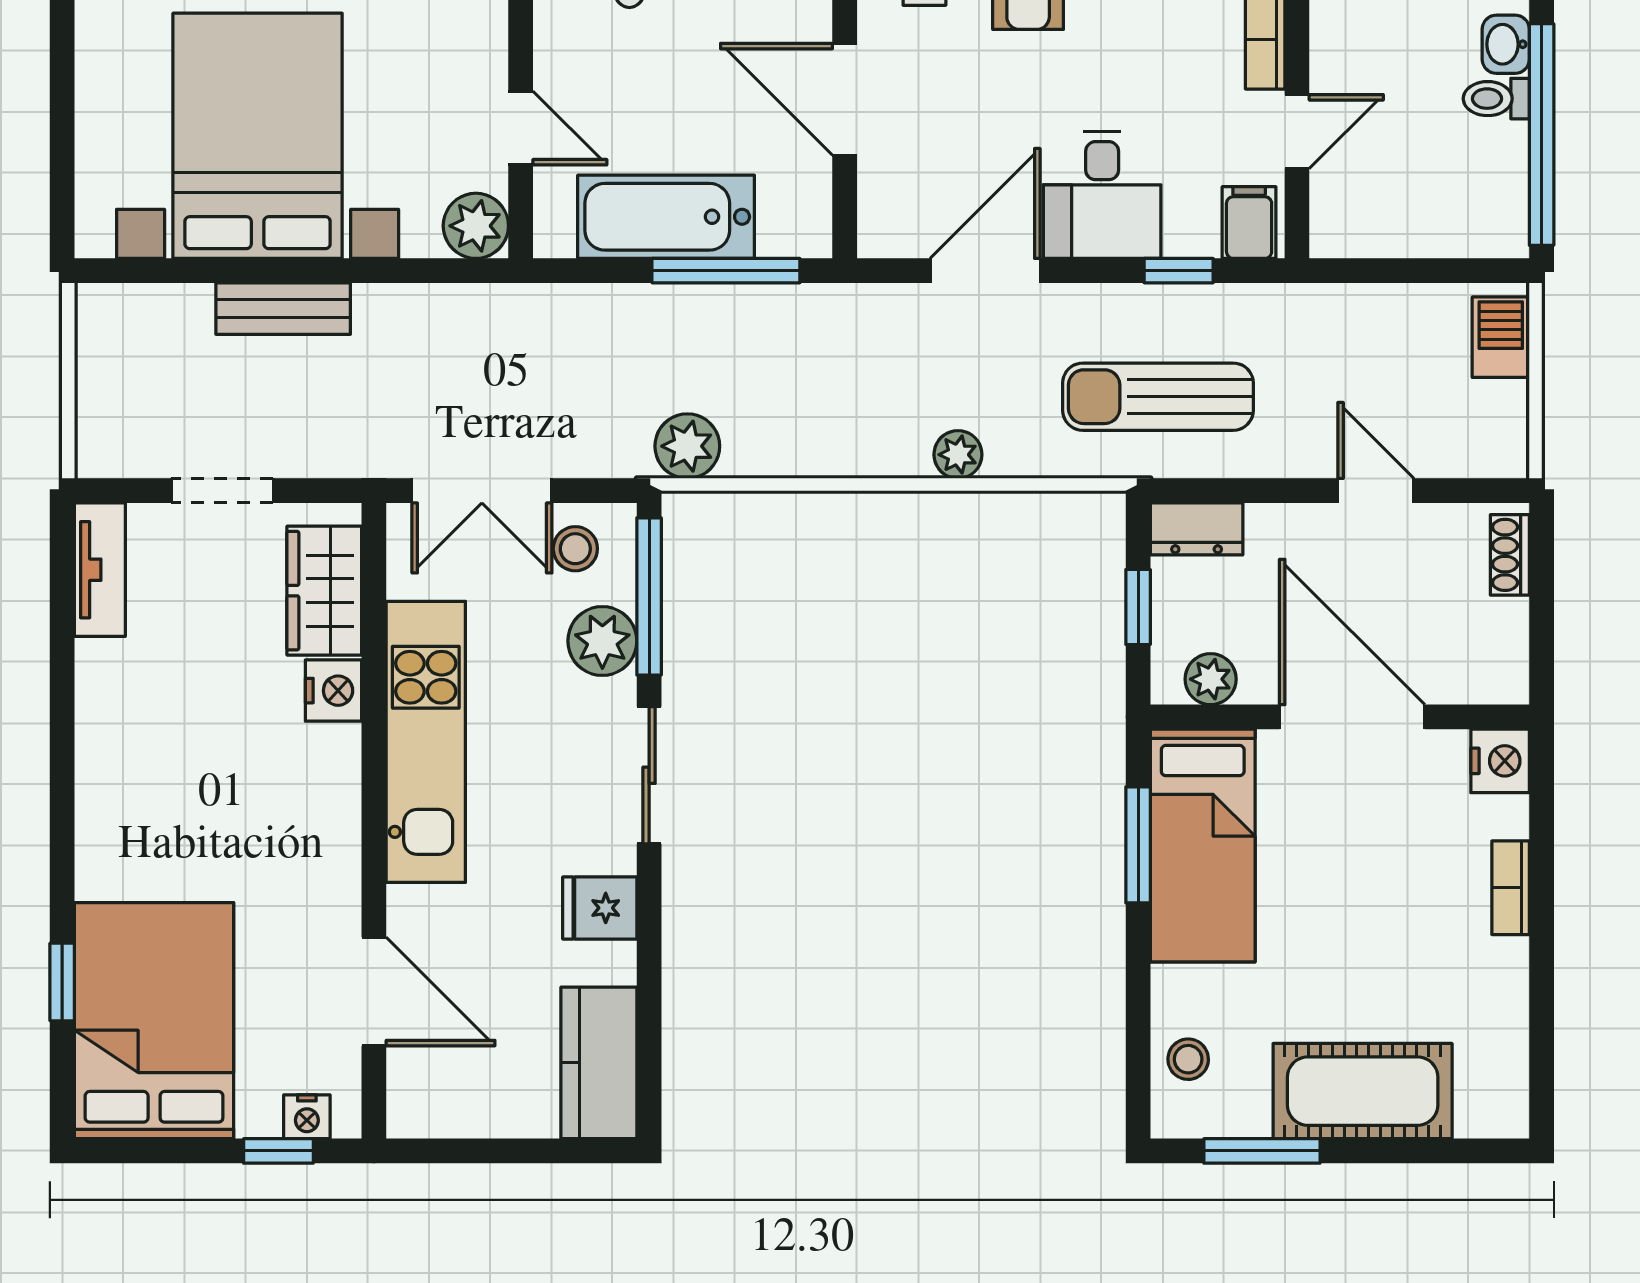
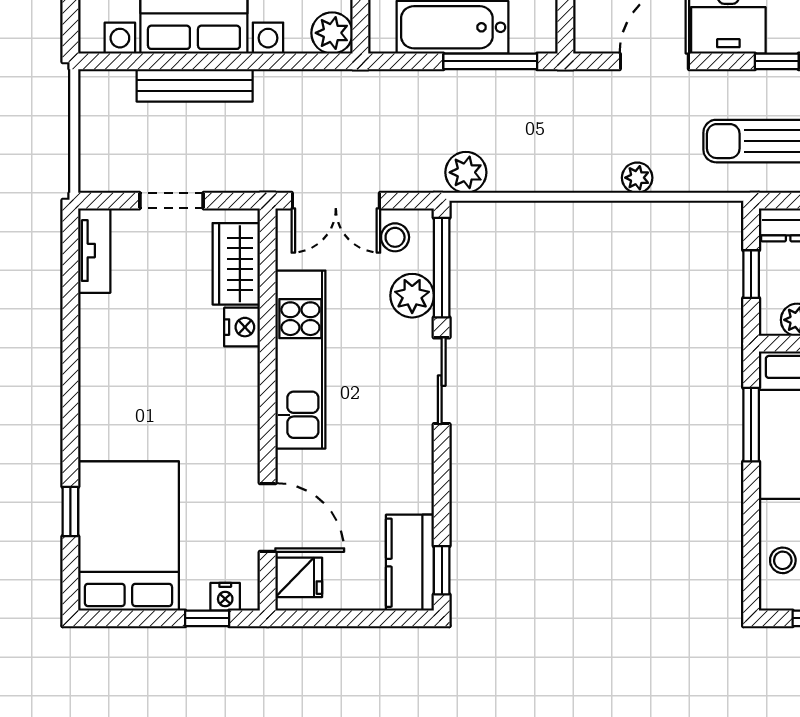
bench: (283, 309) -> (195, 85), width x1.36
fridge: (600, 908) -> (299, 577), moved, turned 180
window: (649, 1075) -> (442, 570), added

